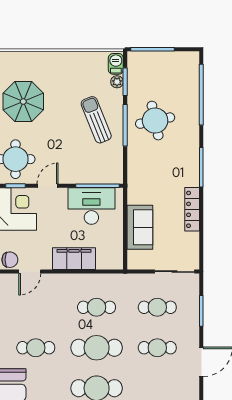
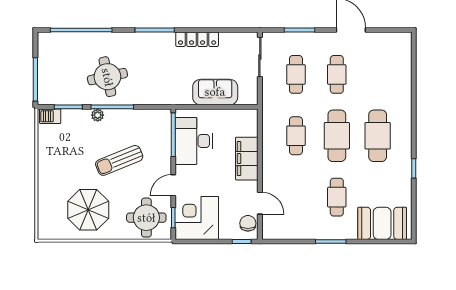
plant: (117, 82) -> (98, 115), moved
sun lounger: (96, 120) -> (119, 160), moved
door: (47, 186) -> (173, 185), hinge flipped

